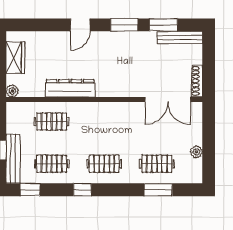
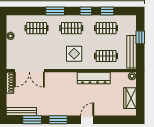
double door: (168, 99) -> (29, 71), swing flipped
display table: (100, 125) -> (74, 54), added
bench: (13, 159) -> (132, 52), moved
window: (30, 190) -> (107, 11), moved
window: (158, 190) -> (55, 11), moved

